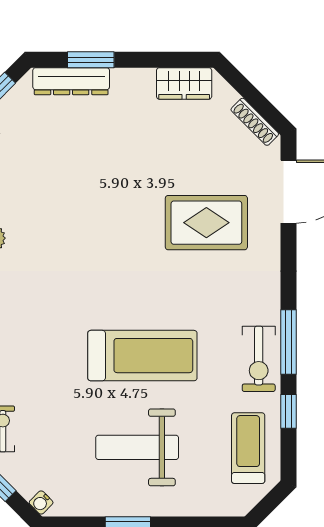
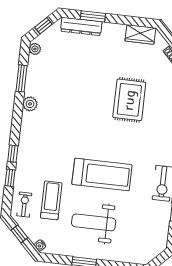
rug: (206, 223) -> (129, 100), moved, turned 90
treadmill: (248, 448) -> (51, 200), moved

